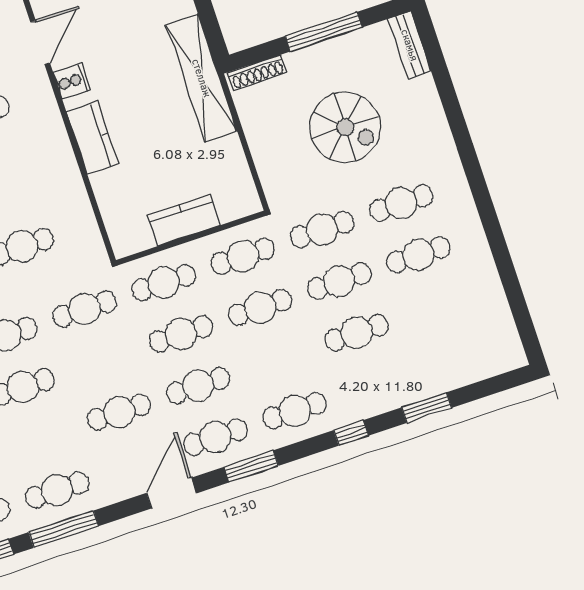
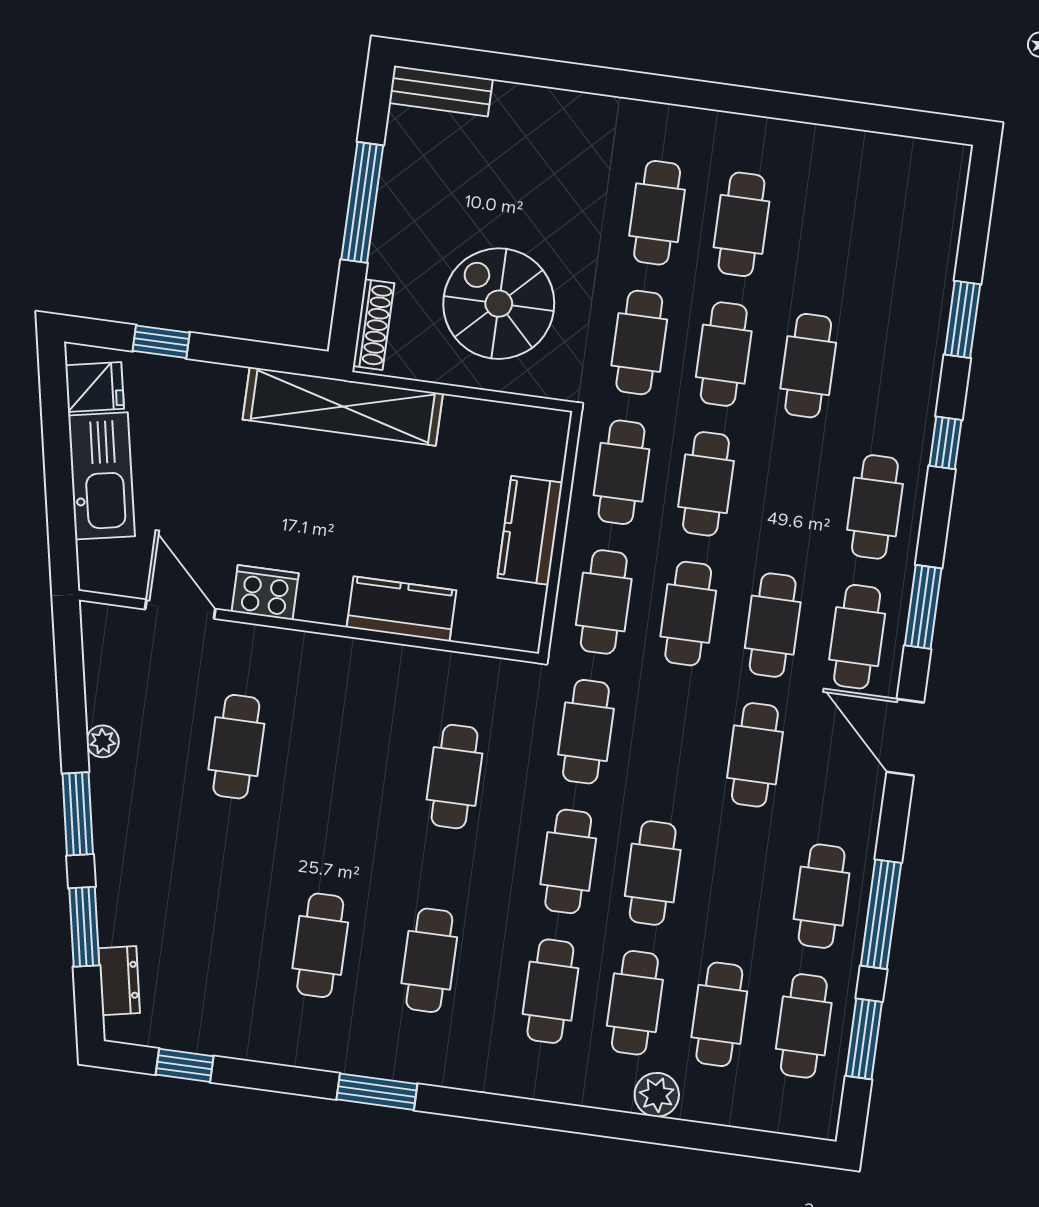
cooker: (72, 81) -> (265, 592), width x1.36
spiral stairs: (345, 127) -> (499, 304), moved, turned -90
kitchen counter: (92, 138) -> (401, 609), moved

